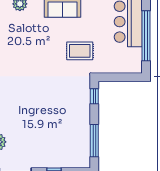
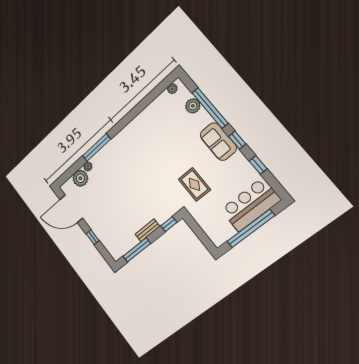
bench: (85, 118) -> (147, 230), added

